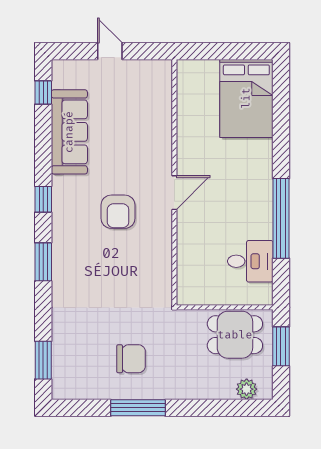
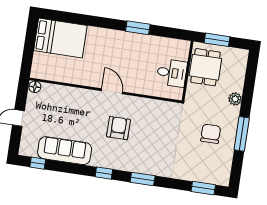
floor lamp: (163, 70) -> (35, 87), added
armchair: (118, 212) -> (118, 128), turned -90
window: (281, 218) -> (138, 28), width x0.47
desk: (250, 261) -> (172, 73), moved, turned 90
plant: (247, 389) -> (235, 99), moved

